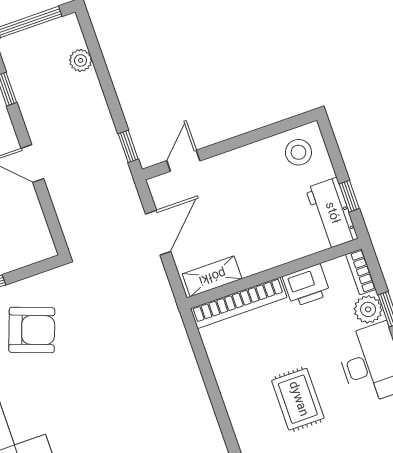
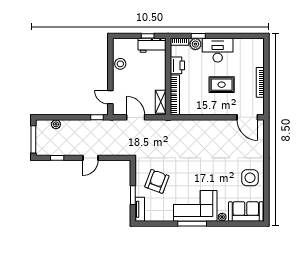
stool: (298, 152) -> (120, 64), moved

